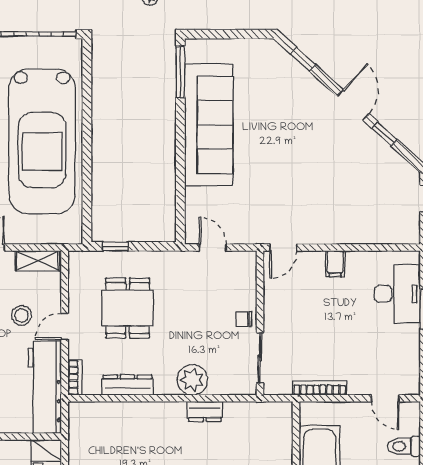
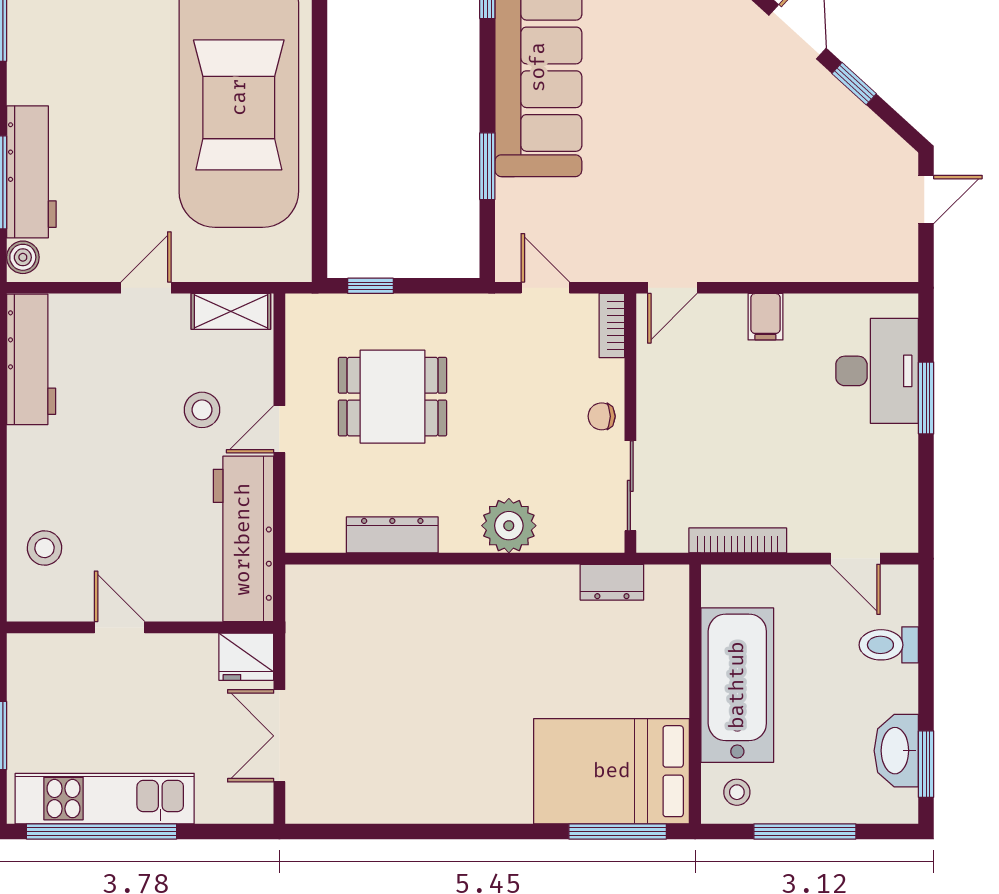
window: (180, 180) -> (487, 166), added
dining table: (128, 308) -> (393, 397), turned 90
bookcase: (75, 377) -> (612, 326), moved, turned 180
dresser: (205, 411) -> (612, 582), moved

